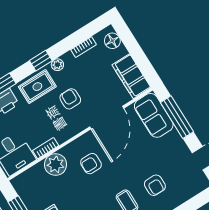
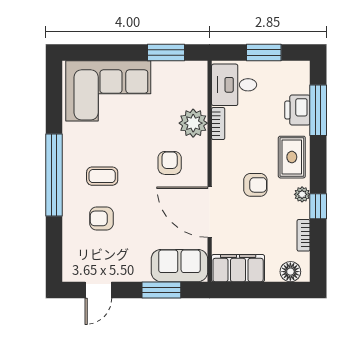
window: (41, 61) -> (318, 206), moved
window: (177, 117) -> (161, 290), width x0.69

